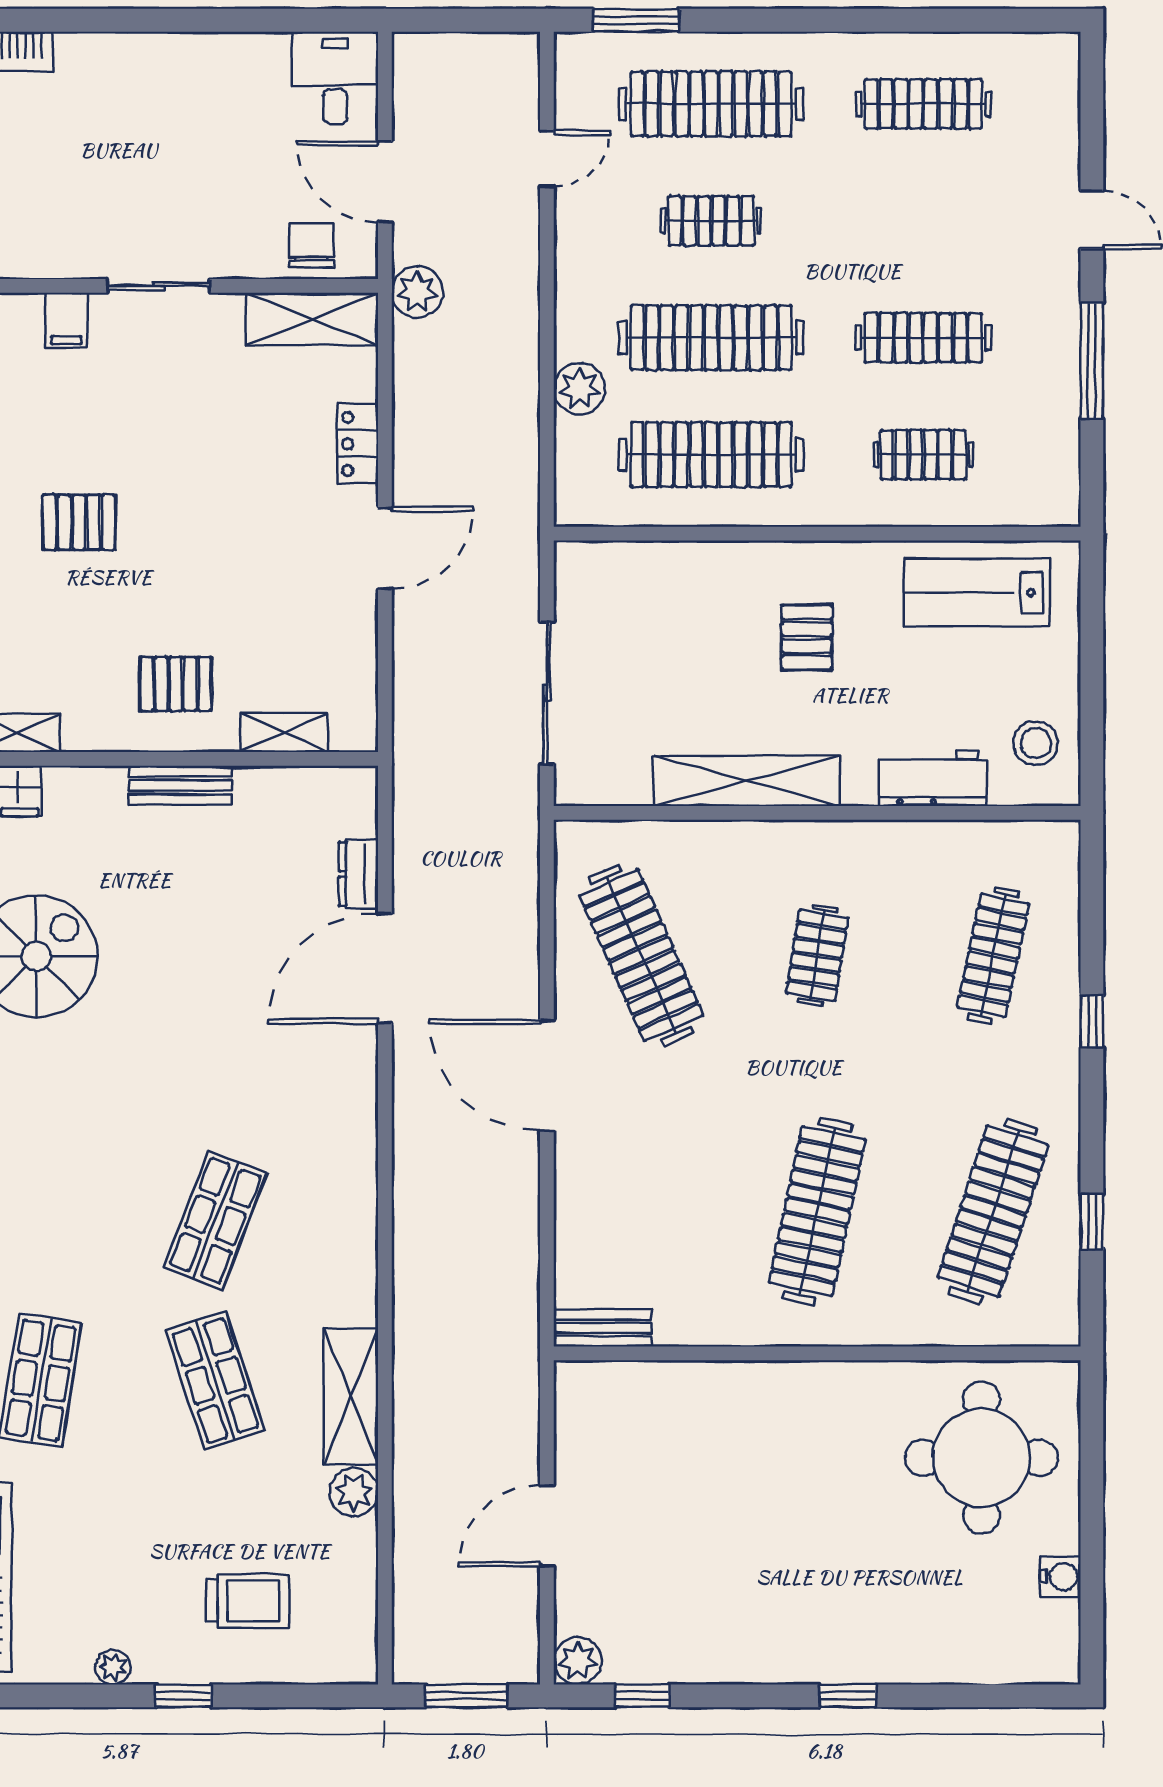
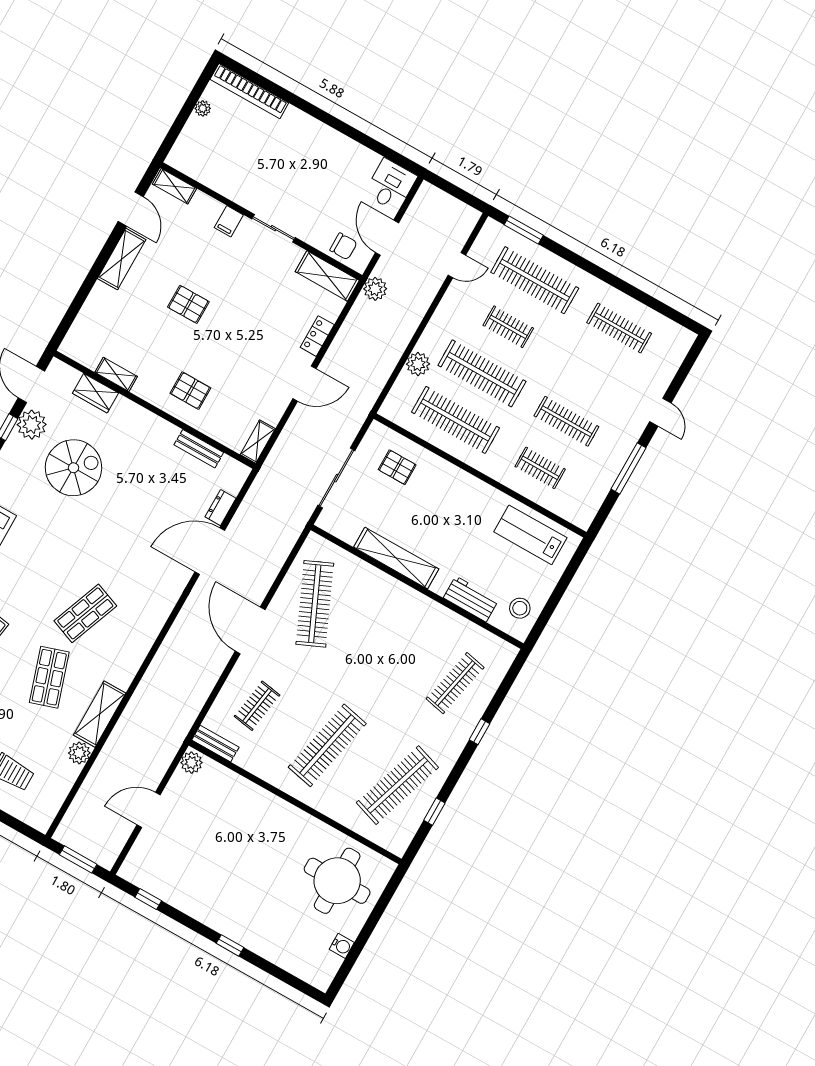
chair: (311, 245) -> (343, 246), turned 90
pallet: (807, 637) -> (397, 467), moved, turned 90
shelving: (284, 733) -> (258, 442), moved, turned 90
bench: (180, 785) -> (199, 449), moved
clothes rail: (817, 955) -> (257, 706), moved
plant: (578, 1661) -> (191, 763), moved

